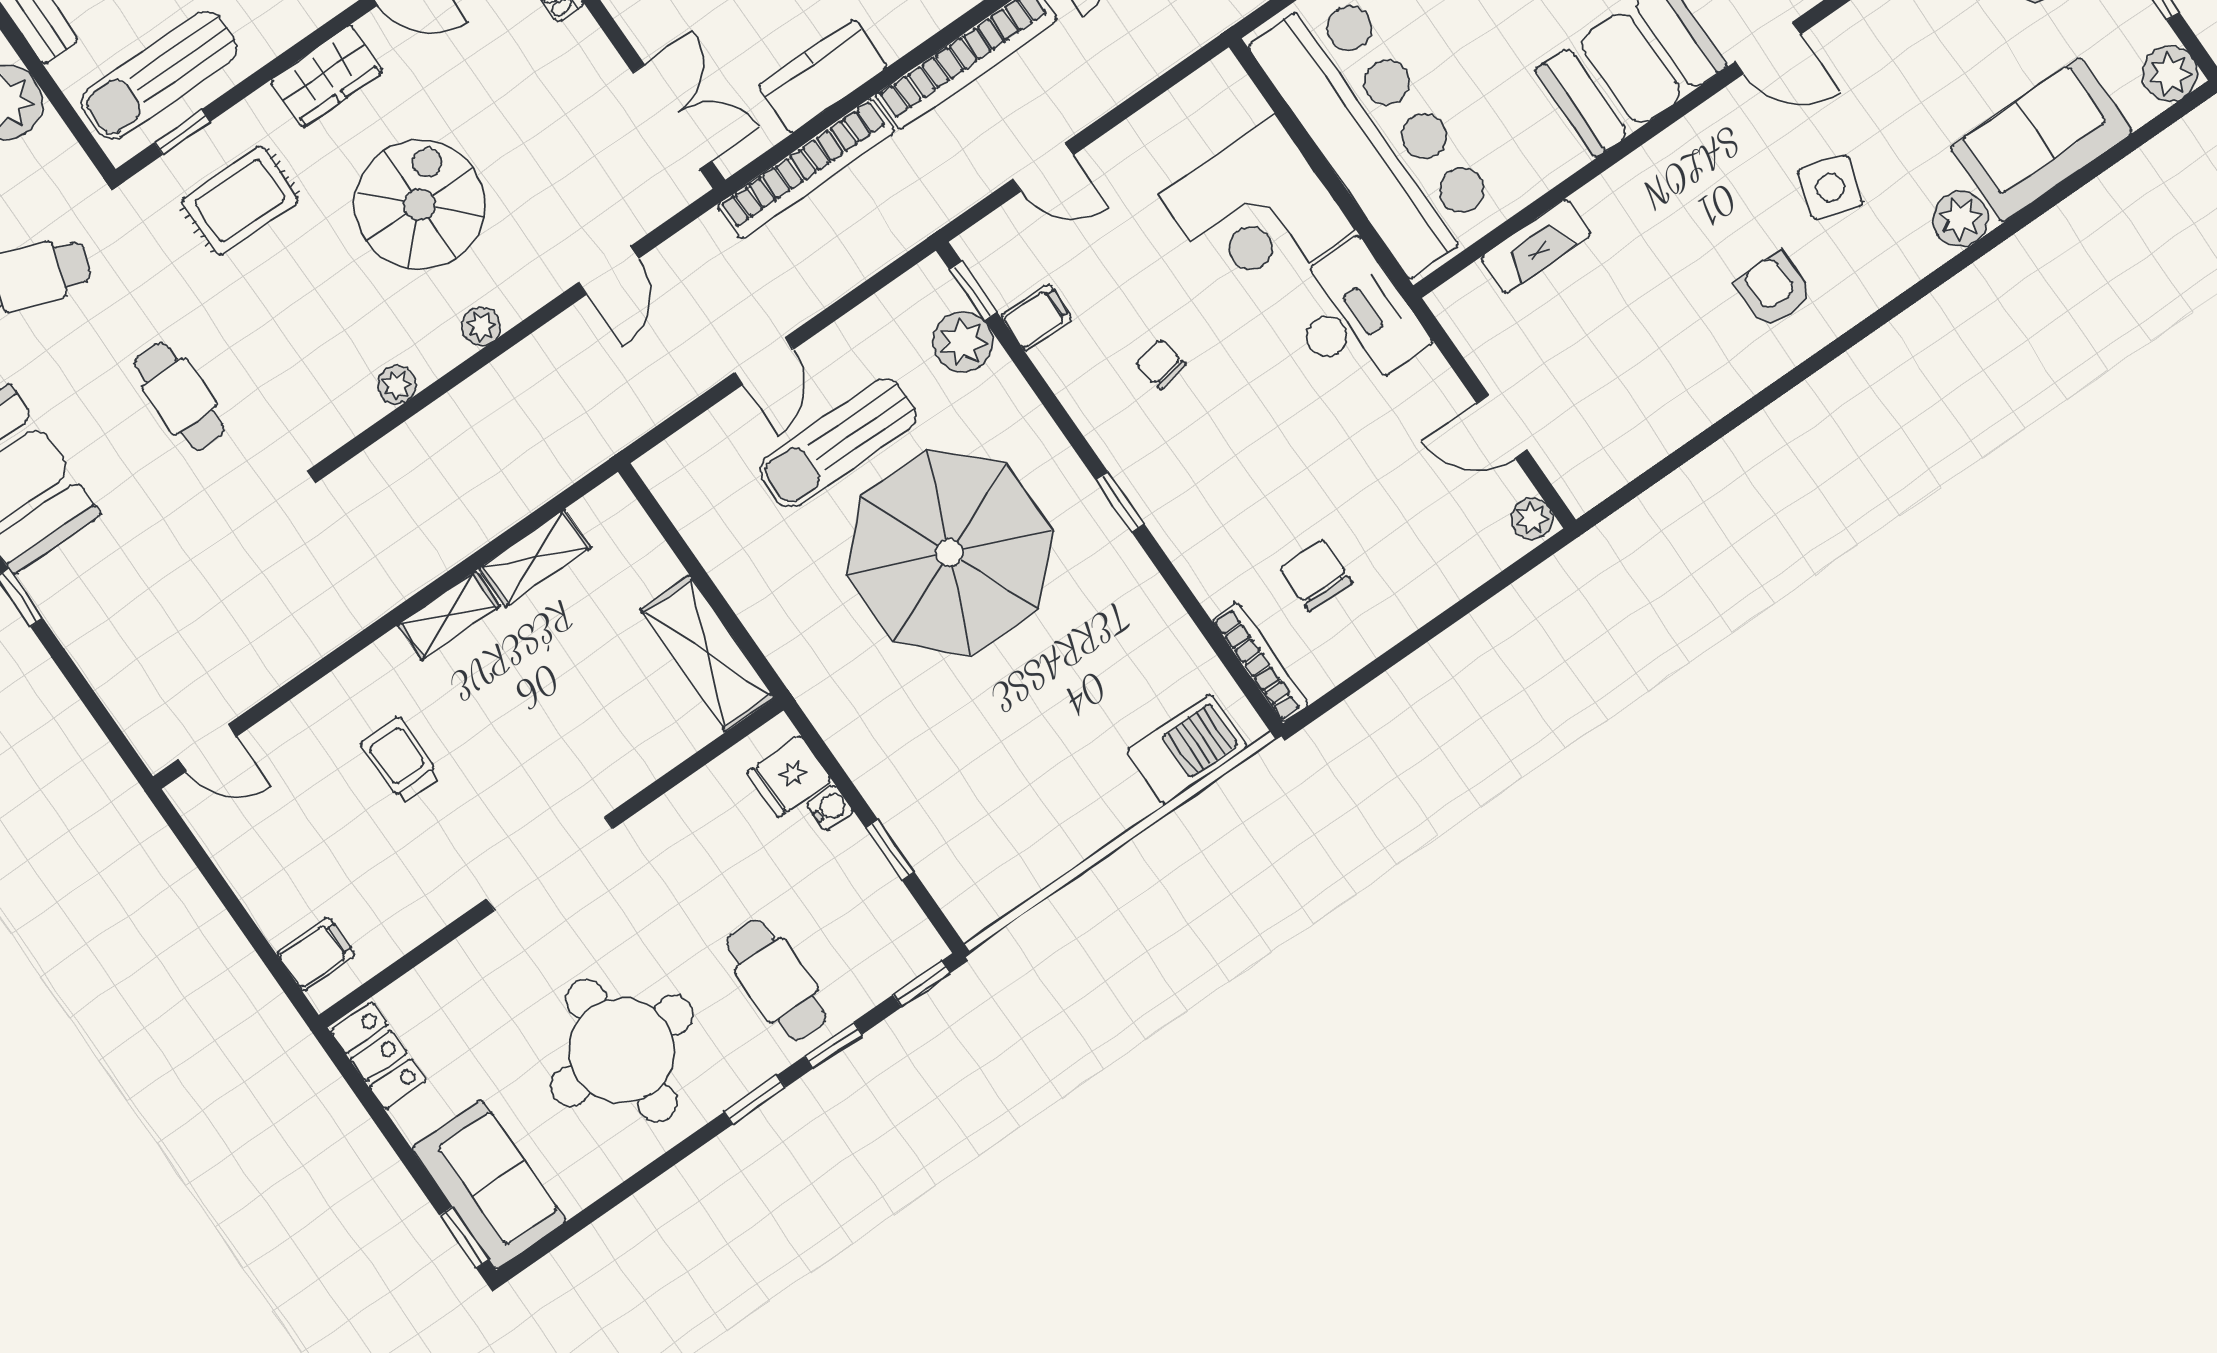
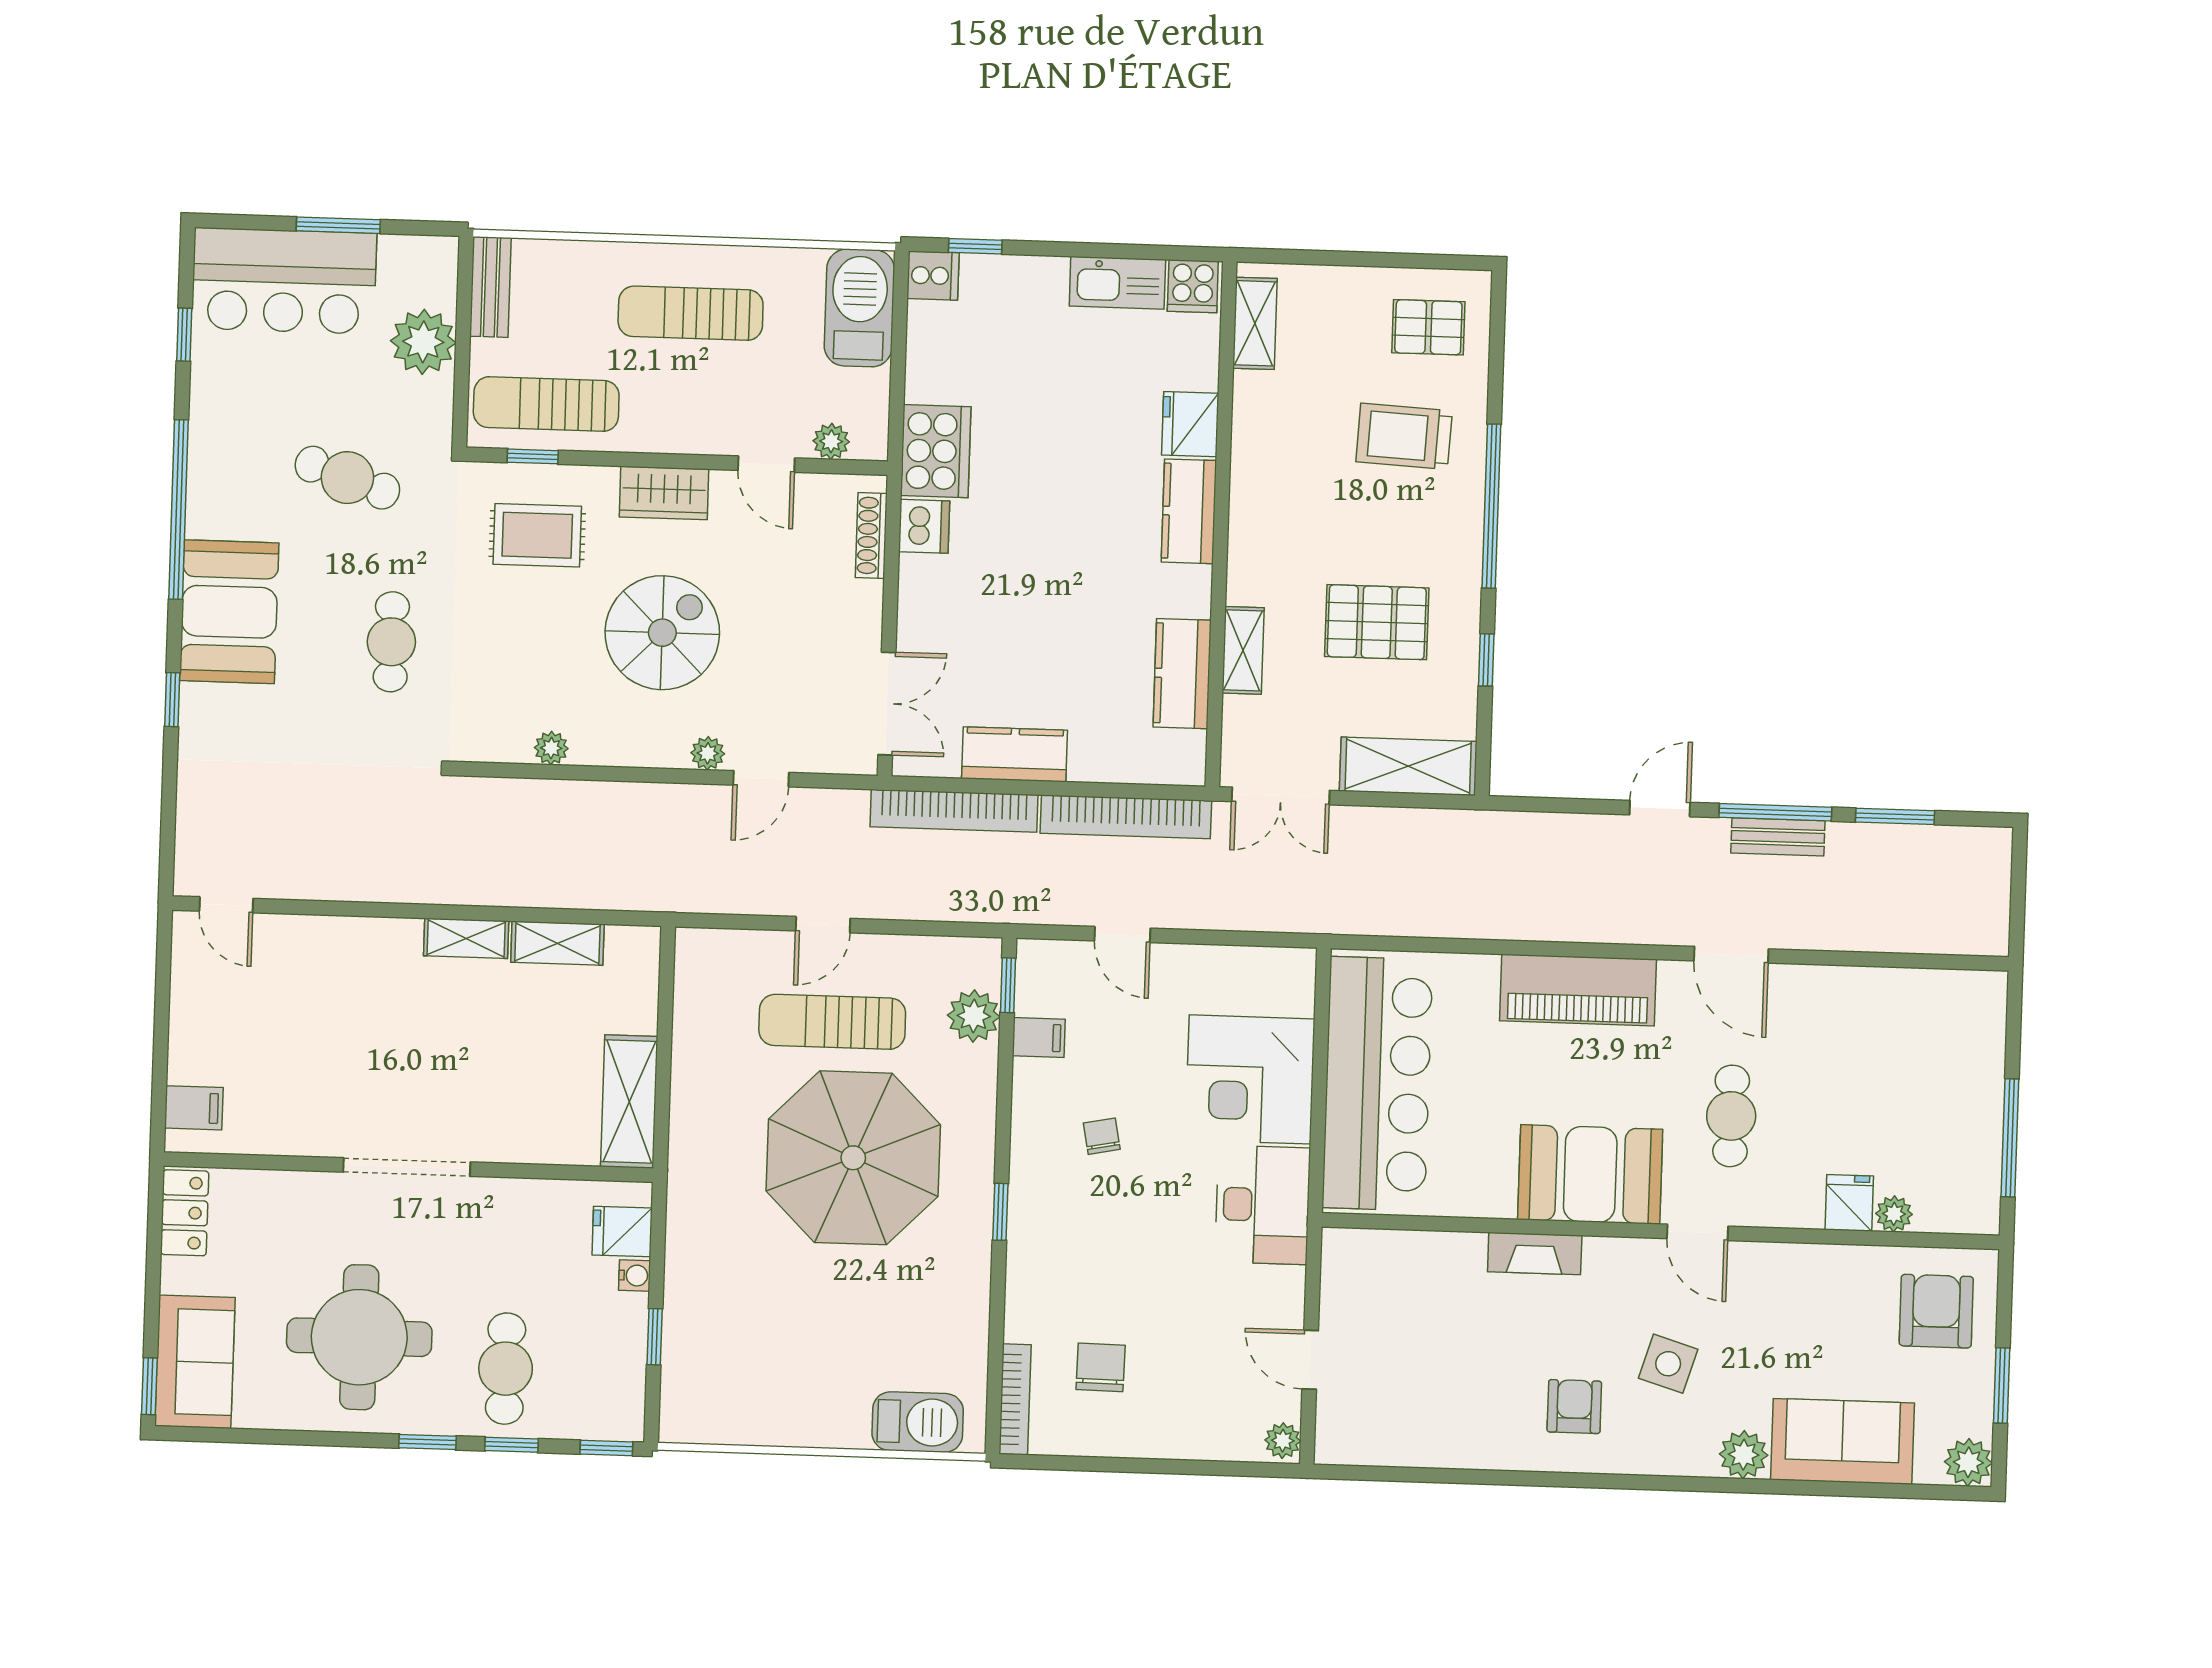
fireplace: (1536, 246) -> (1535, 1254), moved
plant: (481, 326) -> (708, 753), moved
trolley: (400, 760) -> (356, 1015), removed

